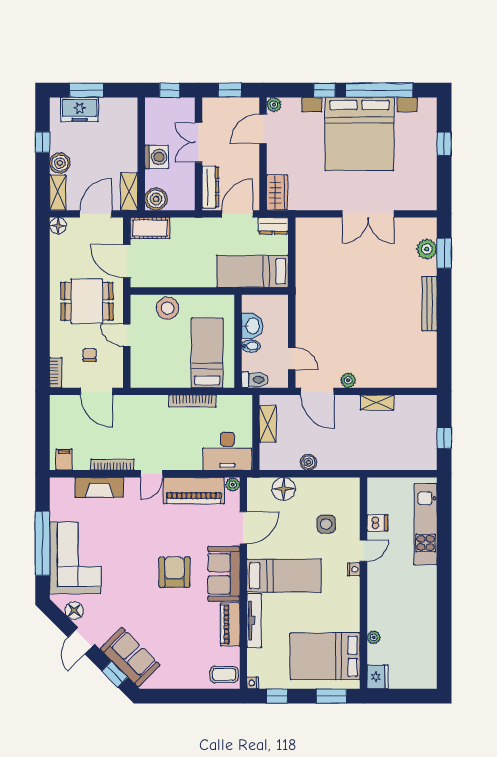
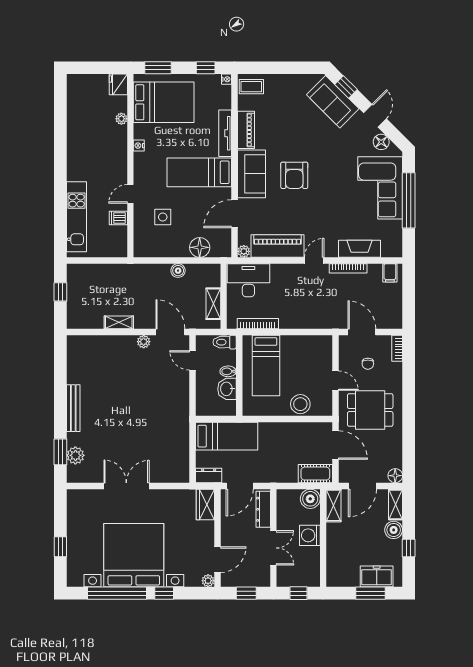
bookcase: (193, 401) -> (258, 324), moved
nightstand: (354, 569) -> (139, 146), moved

